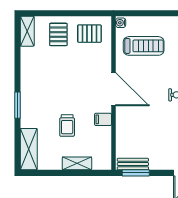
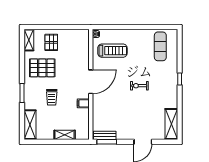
pallet: (89, 34) -> (42, 68), moved, width x1.50, depth x1.42
door: (113, 89) -> (91, 82), hinge flipped
trolley: (67, 125) -> (52, 97), moved

